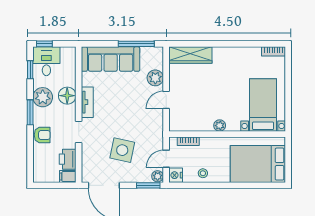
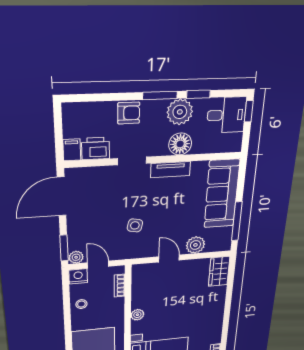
wardrobe: (190, 55) -> (219, 271), width x0.67
window: (30, 70) -> (198, 94), moved
armchair: (42, 135) -> (129, 113), turned -90
side table: (122, 150) -> (135, 225), moved, width x0.54, depth x0.54

